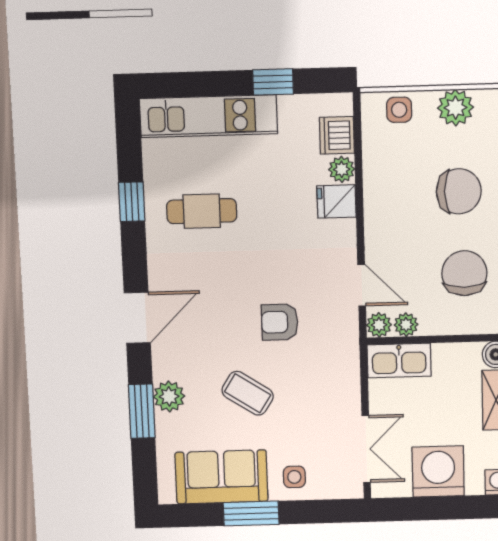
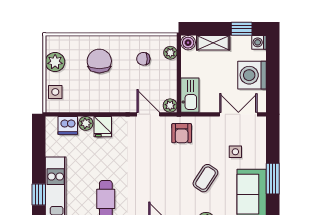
window: (273, 82) -> (39, 194), moved
chair: (464, 273) -> (143, 59), width x0.54, depth x0.54
door: (362, 285) -> (148, 114), hinge flipped
armchair: (280, 322) -> (182, 133), moved
plant: (406, 325) -> (170, 53), moved
side table: (294, 477) -> (235, 152), moved

